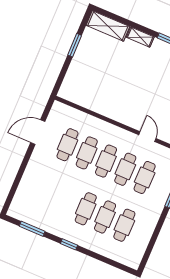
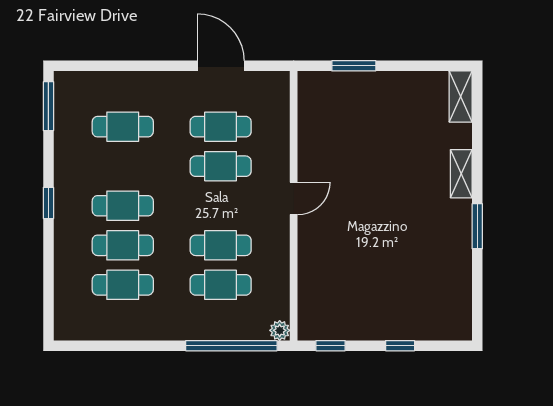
shelving: (108, 26) -> (461, 97), width x0.67, depth x0.75
window: (75, 45) -> (354, 66), moved
door: (147, 137) -> (294, 198), moved
cafe table: (106, 161) -> (123, 127), moved
window: (32, 229) -> (48, 106), moved

